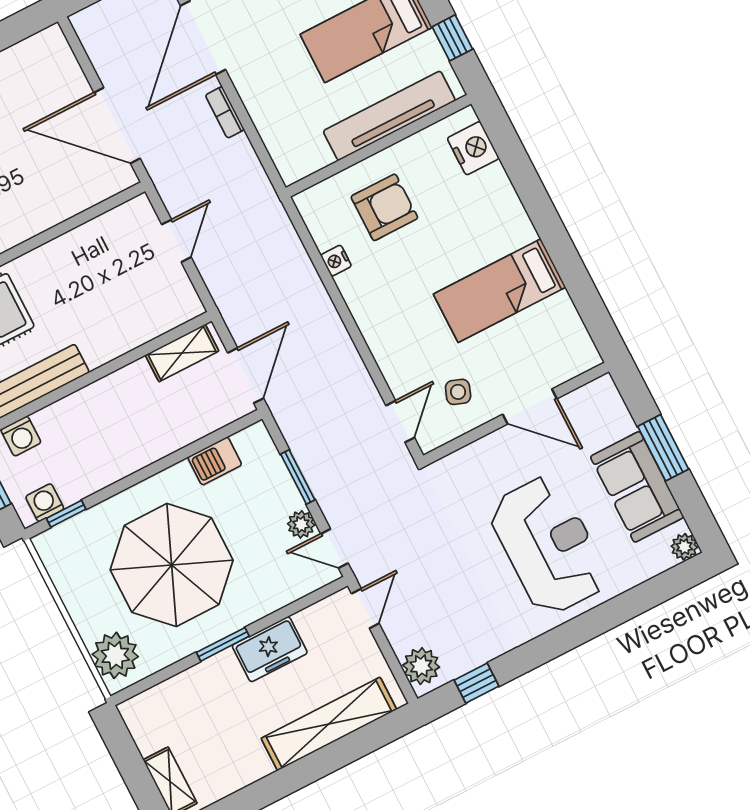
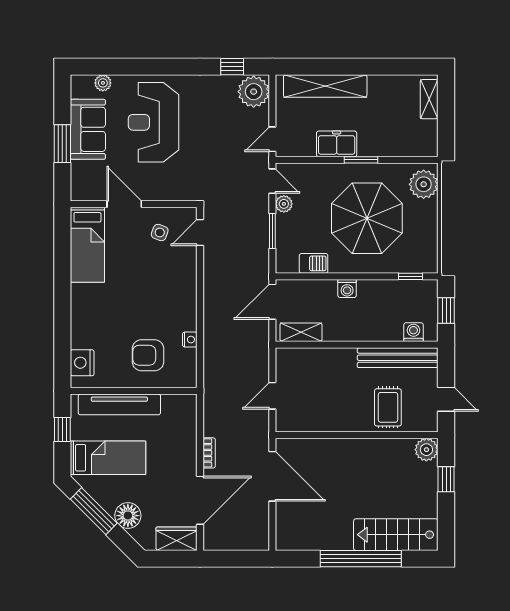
bed: (500, 291) -> (87, 245), moved, turned 90
washing machine: (45, 503) -> (347, 289), moved
plant: (684, 547) -> (103, 83), moved
plant: (421, 666) -> (254, 92), width x1.36, depth x1.36

